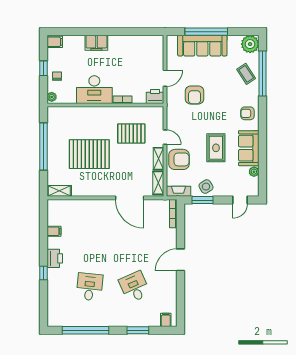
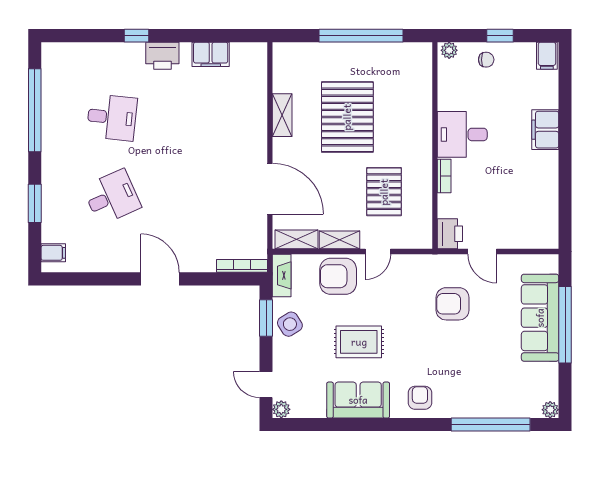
plant: (250, 44) -> (550, 410), width x0.53, depth x0.53
coffee table: (246, 74) -> (490, 395), removed
desk: (94, 90) -> (462, 134), width x0.73
armchair: (179, 159) -> (338, 276), turned 90
plant: (254, 172) -> (281, 409), moved
shelving: (59, 191) -> (282, 115), moved
door: (130, 198) -> (270, 189), swing flipped
filing cabinet: (54, 231) -> (211, 54), width x2.00

